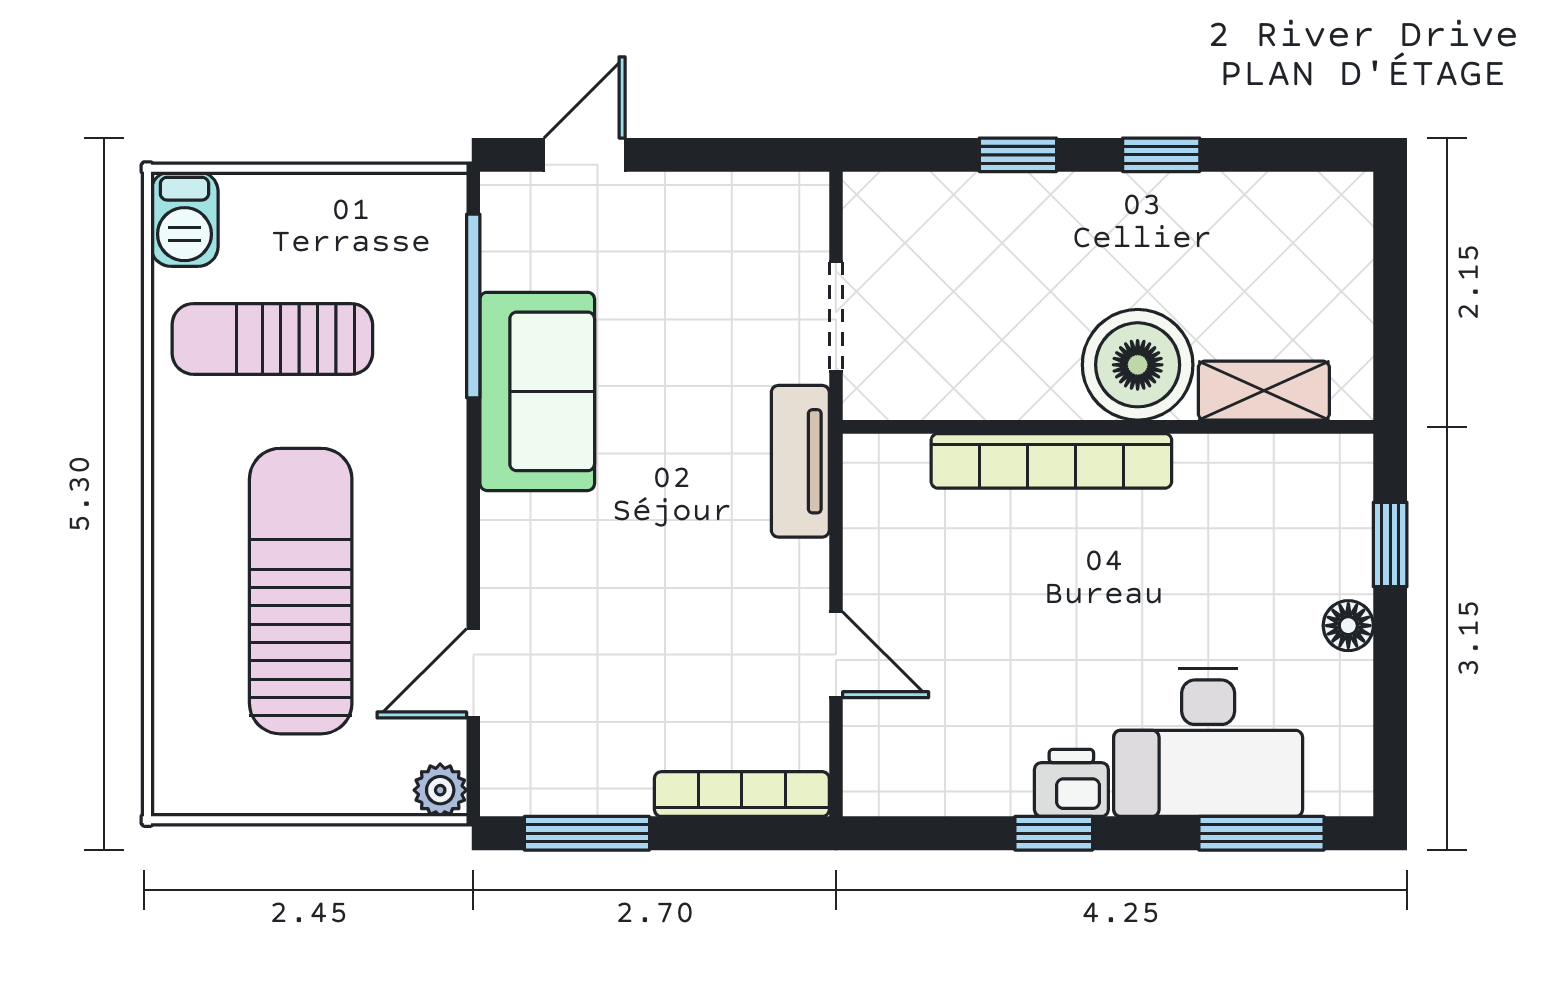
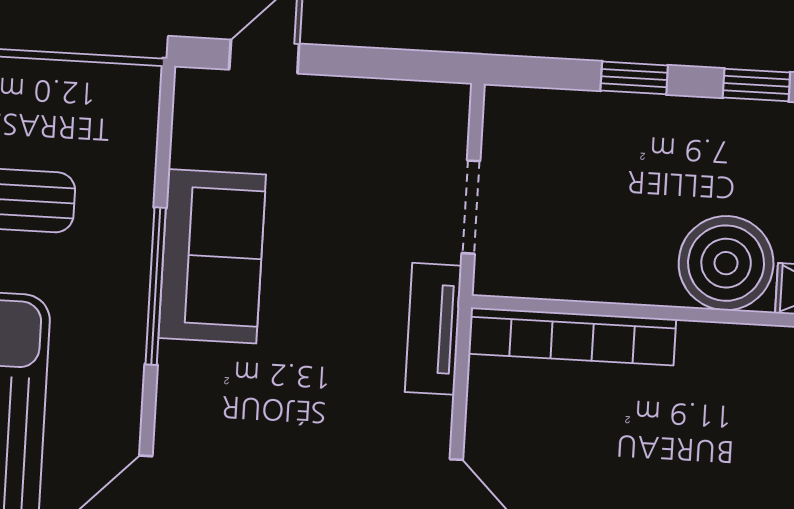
window: (473, 306) -> (156, 286), moved
bookcase: (1051, 461) -> (572, 337), moved

